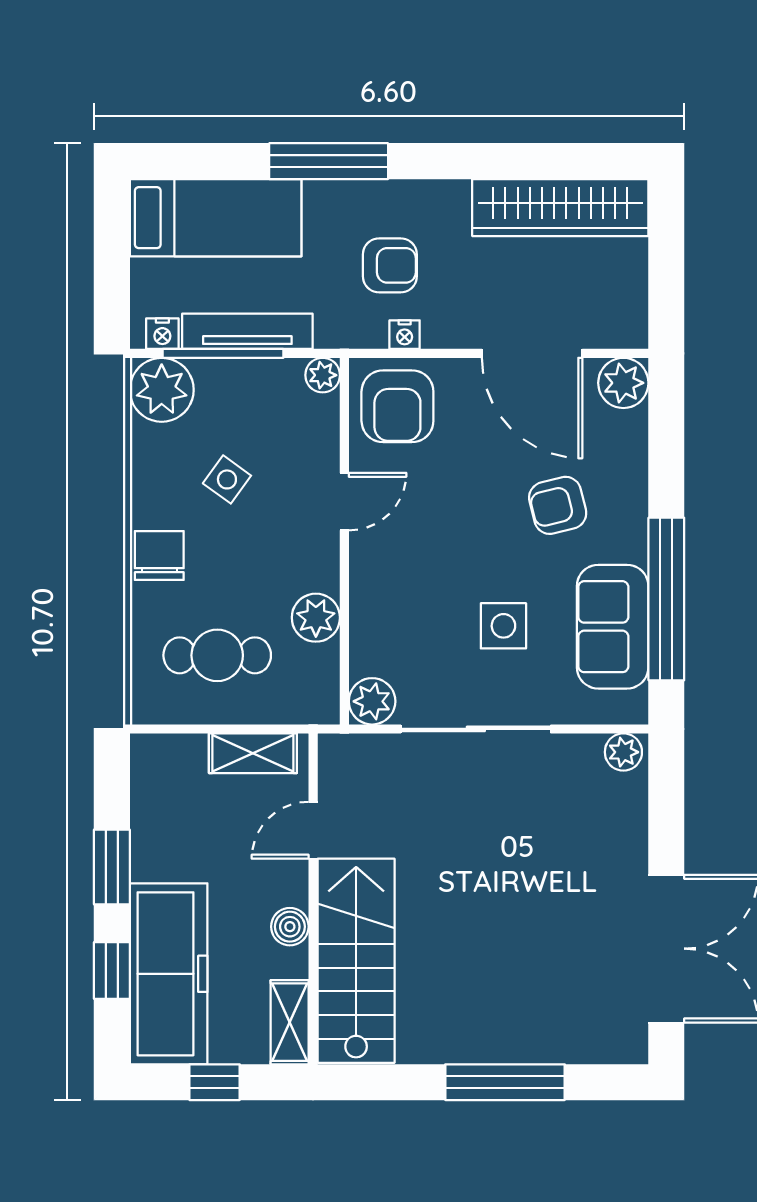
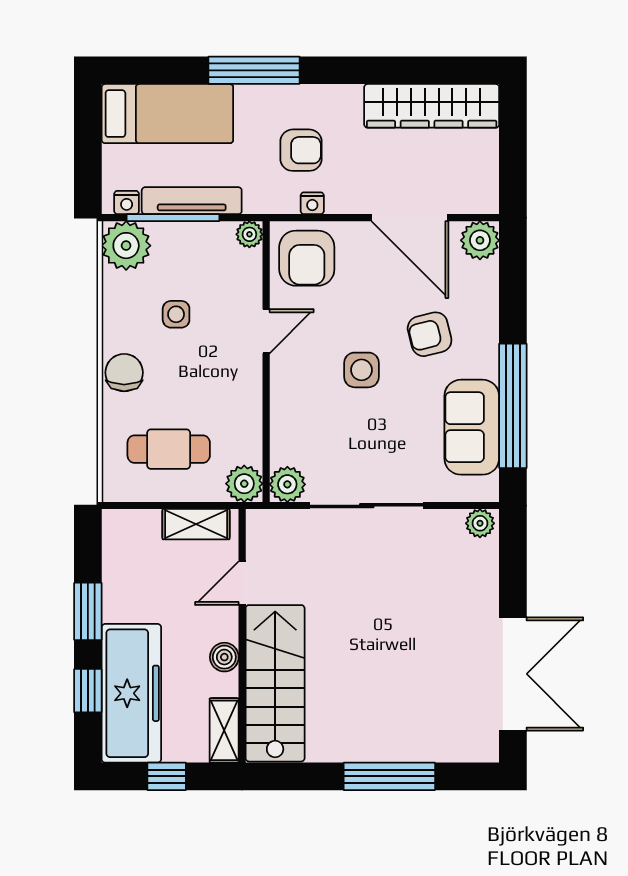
side table: (227, 479) -> (176, 314), turned -36
plant: (316, 618) -> (244, 484), moved
side table: (503, 626) -> (361, 370), moved

